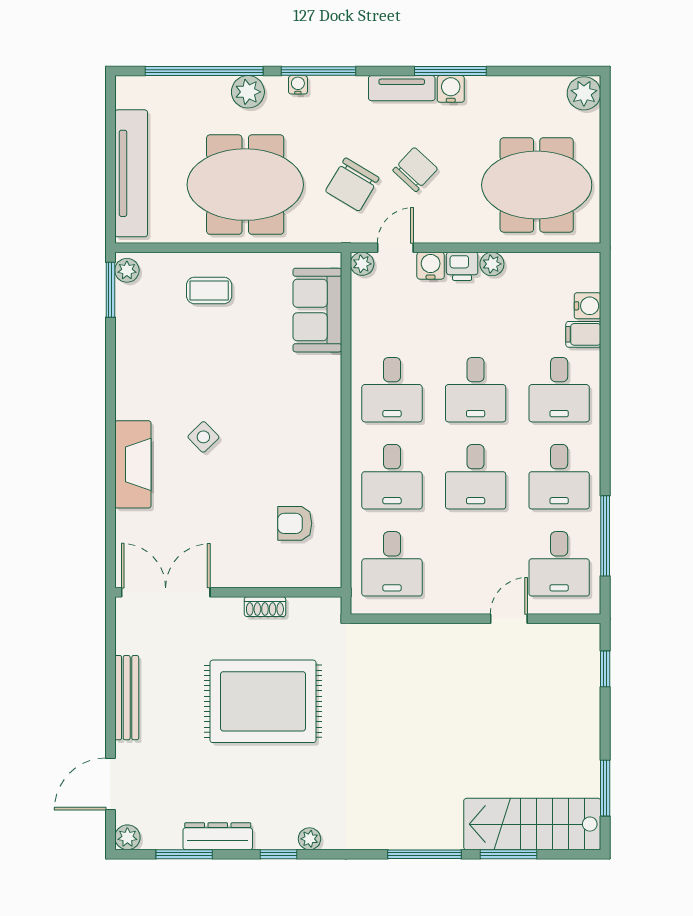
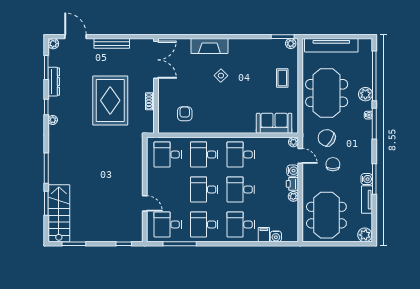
tv unit: (402, 88) -> (367, 200), moved
chair: (415, 169) -> (333, 164), turned -133

